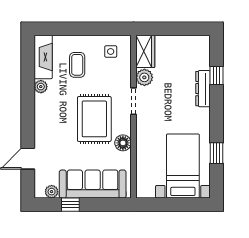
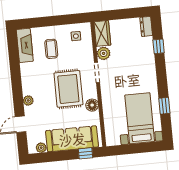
plant: (41, 87) -> (28, 100), moved
dresser: (203, 89) -> (146, 26), moved, width x0.70
window: (70, 205) -> (86, 153), moved

